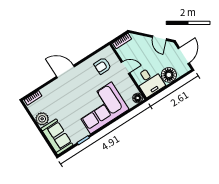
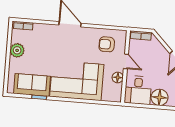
floor lamp: (138, 98) -> (118, 77), moved
sofa: (57, 137) -> (32, 85), moved, turned -90

